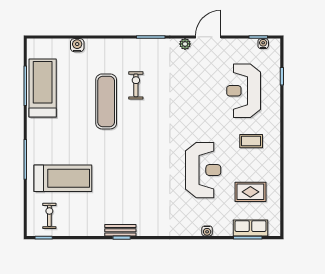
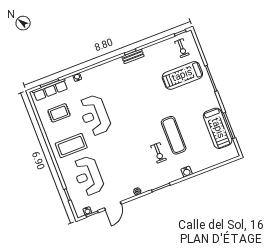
door: (208, 37) -> (113, 206), moved
water cooler: (77, 45) -> (187, 172), moved
reception desk: (244, 91) -> (88, 176), turned 180
coffee table: (251, 141) -> (71, 146), width x1.86, depth x1.72
row of seats: (251, 228) -> (50, 90), width x1.48

